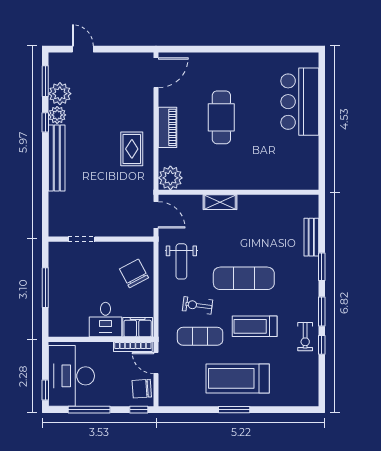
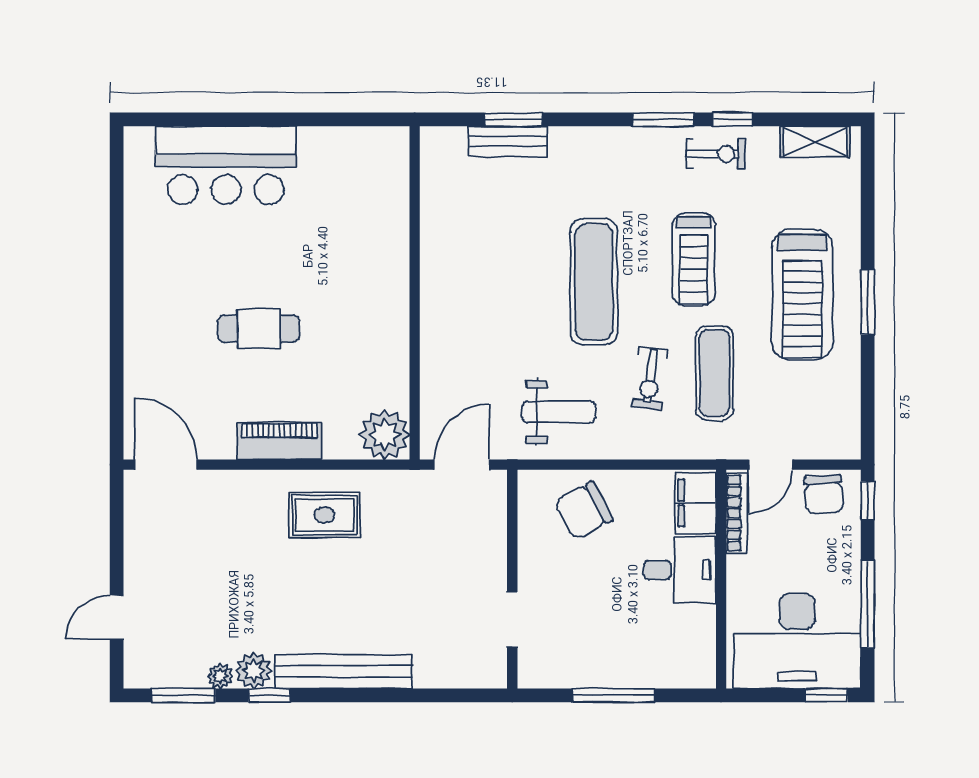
plant: (60, 94) -> (220, 676), width x0.53, depth x0.53
cafe table: (221, 117) -> (259, 329), width x0.73, depth x0.74
shelving: (220, 202) -> (815, 142), moved, turned 90
window: (322, 267) -> (513, 119), moved

